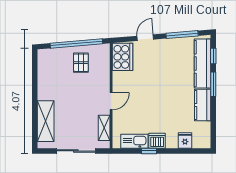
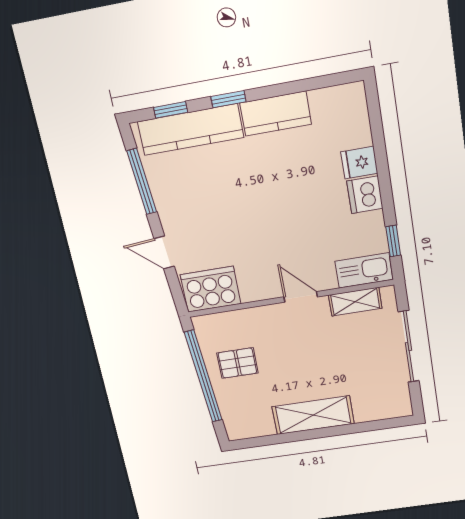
window: (213, 84) -> (228, 99), width x0.67
shelving: (46, 121) -> (313, 415), moved
fridge: (185, 140) -> (359, 163), moved
kitchen sink: (134, 141) -> (364, 270), moved, turned 90
window: (149, 151) -> (393, 241), moved

